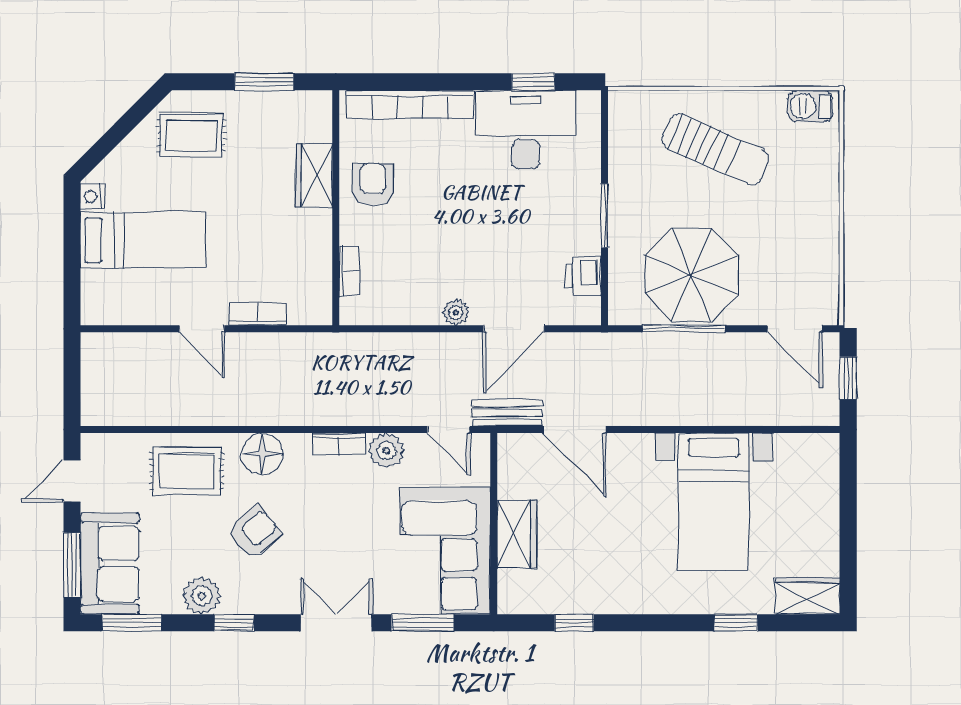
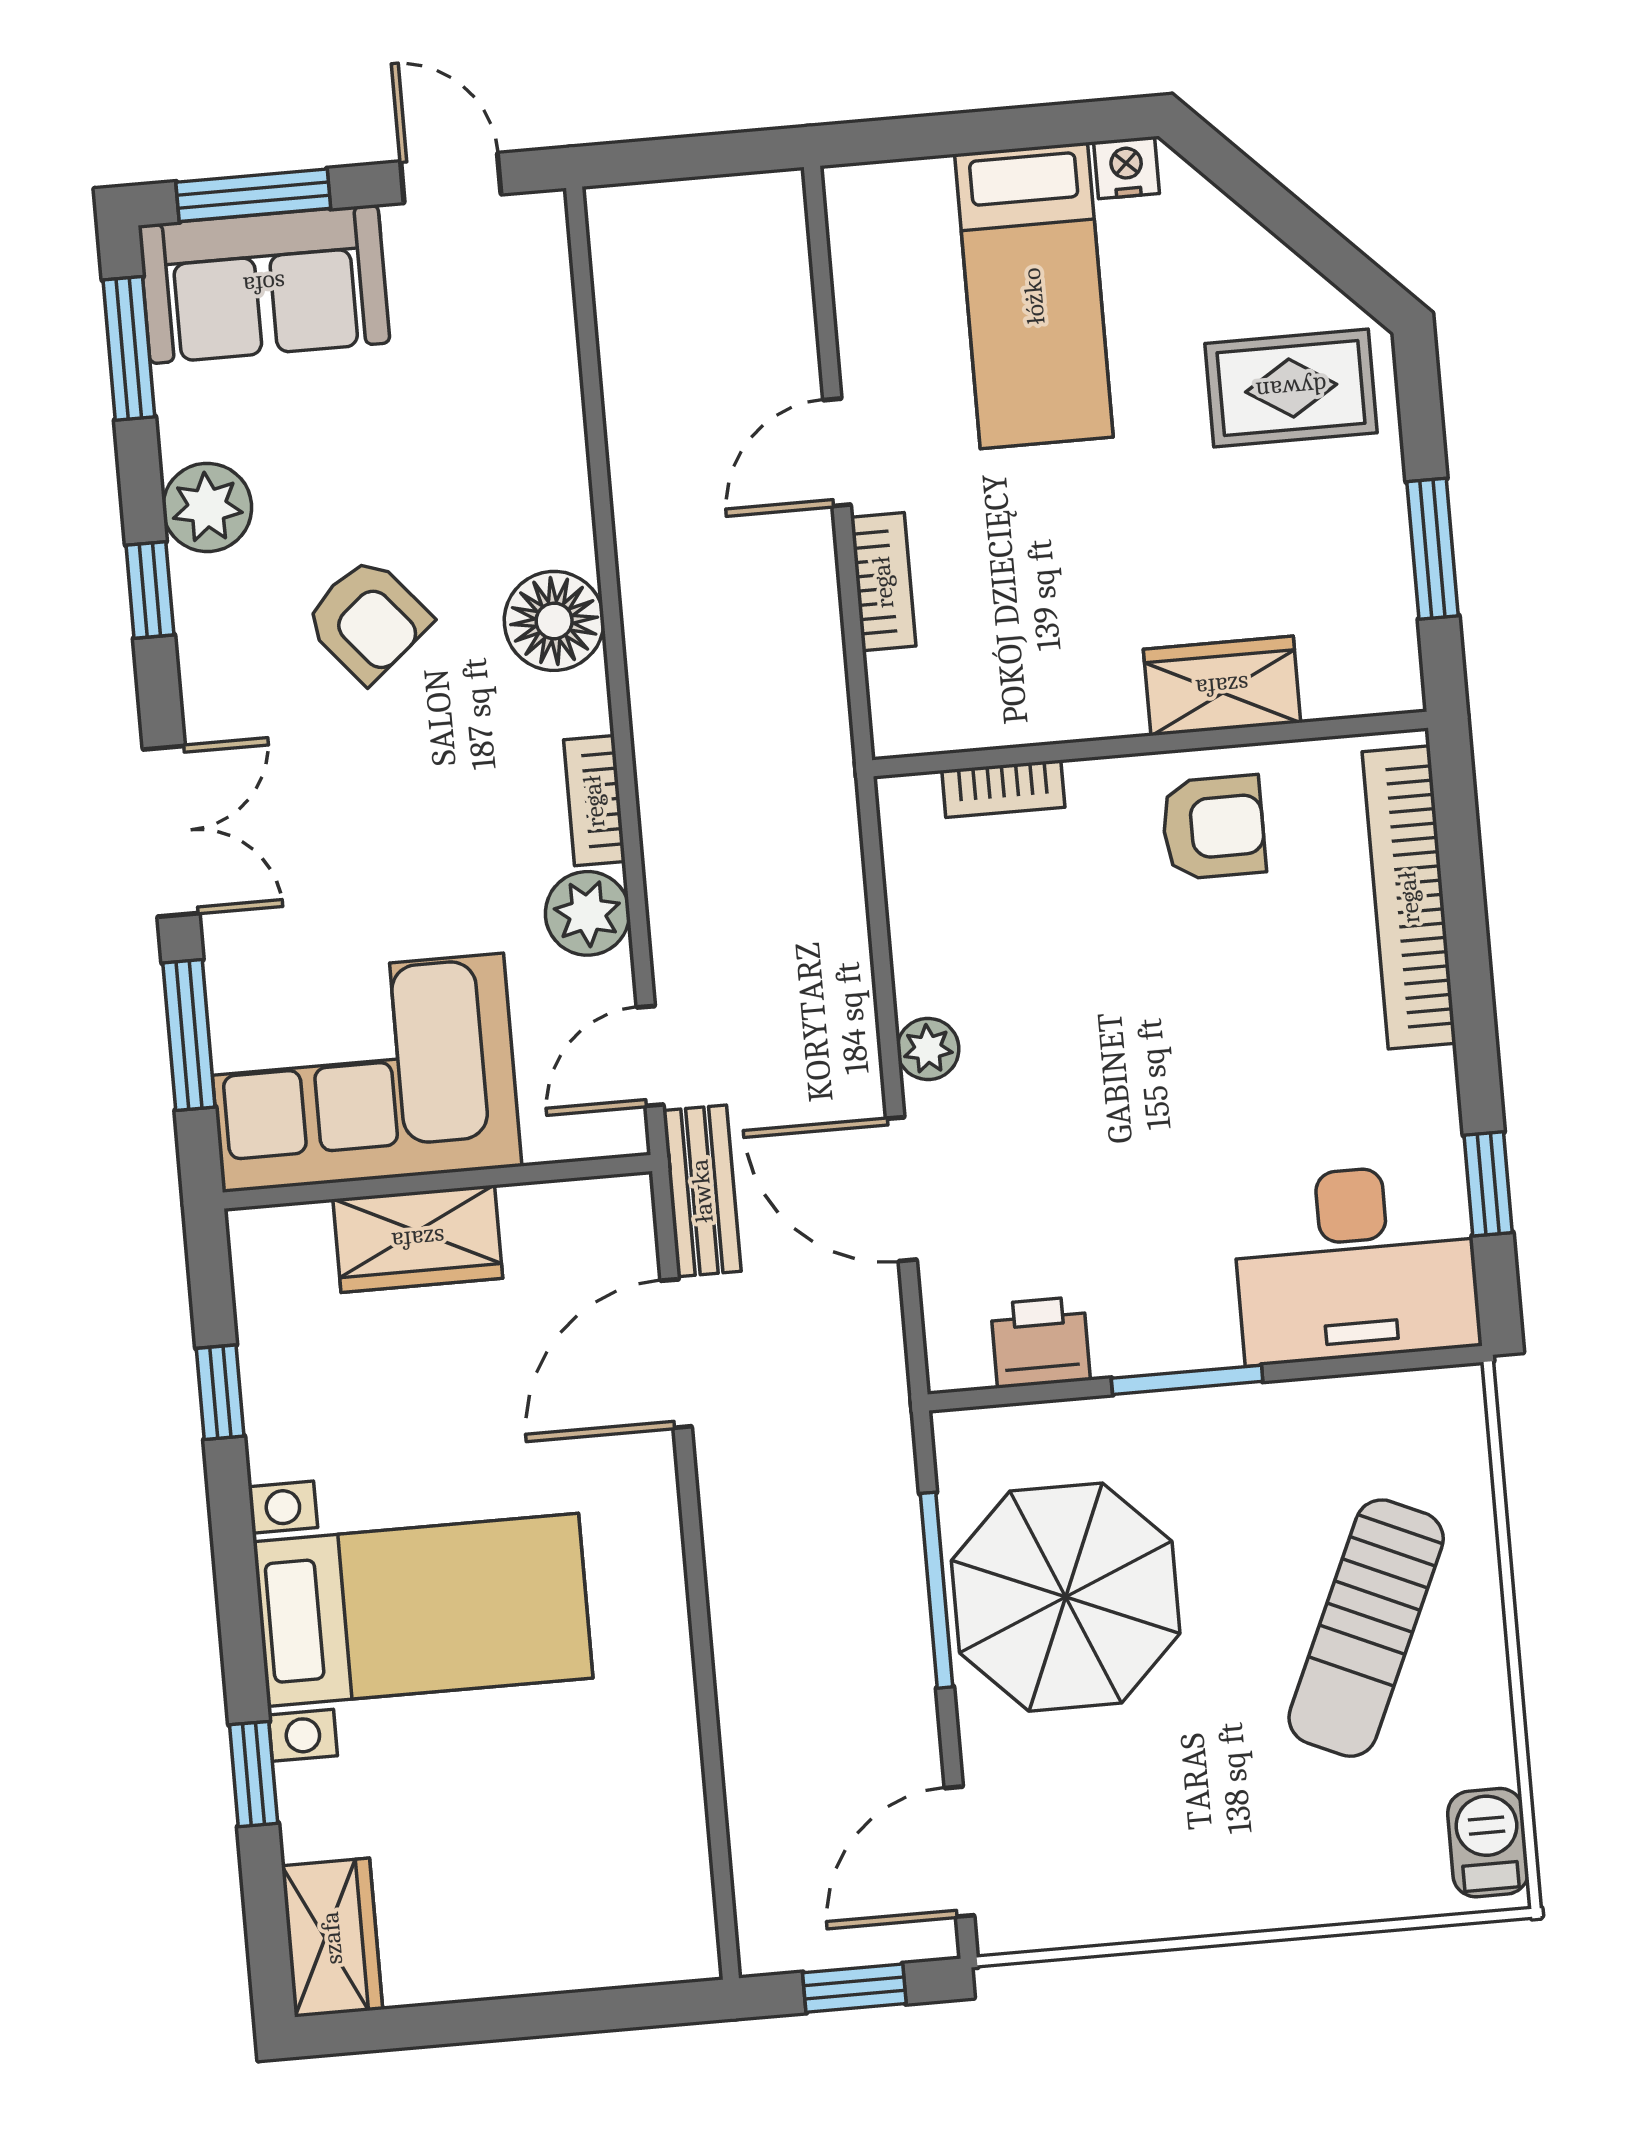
desk: (526, 130) -> (1356, 1263), moved, turned 90
rug: (191, 135) -> (1291, 388), turned 90
rug: (187, 471) -> (498, 447), removed
bed with nightstands: (714, 502) -> (423, 1610), moved, turned 180

